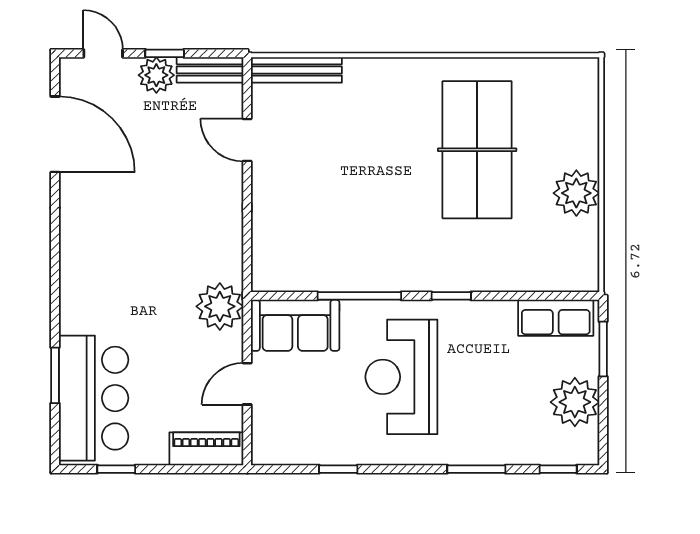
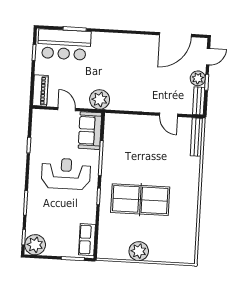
door: (247, 140) -> (169, 115), swing flipped
table tennis table: (477, 150) -> (140, 200), moved
plant: (575, 402) -> (35, 245), moved

